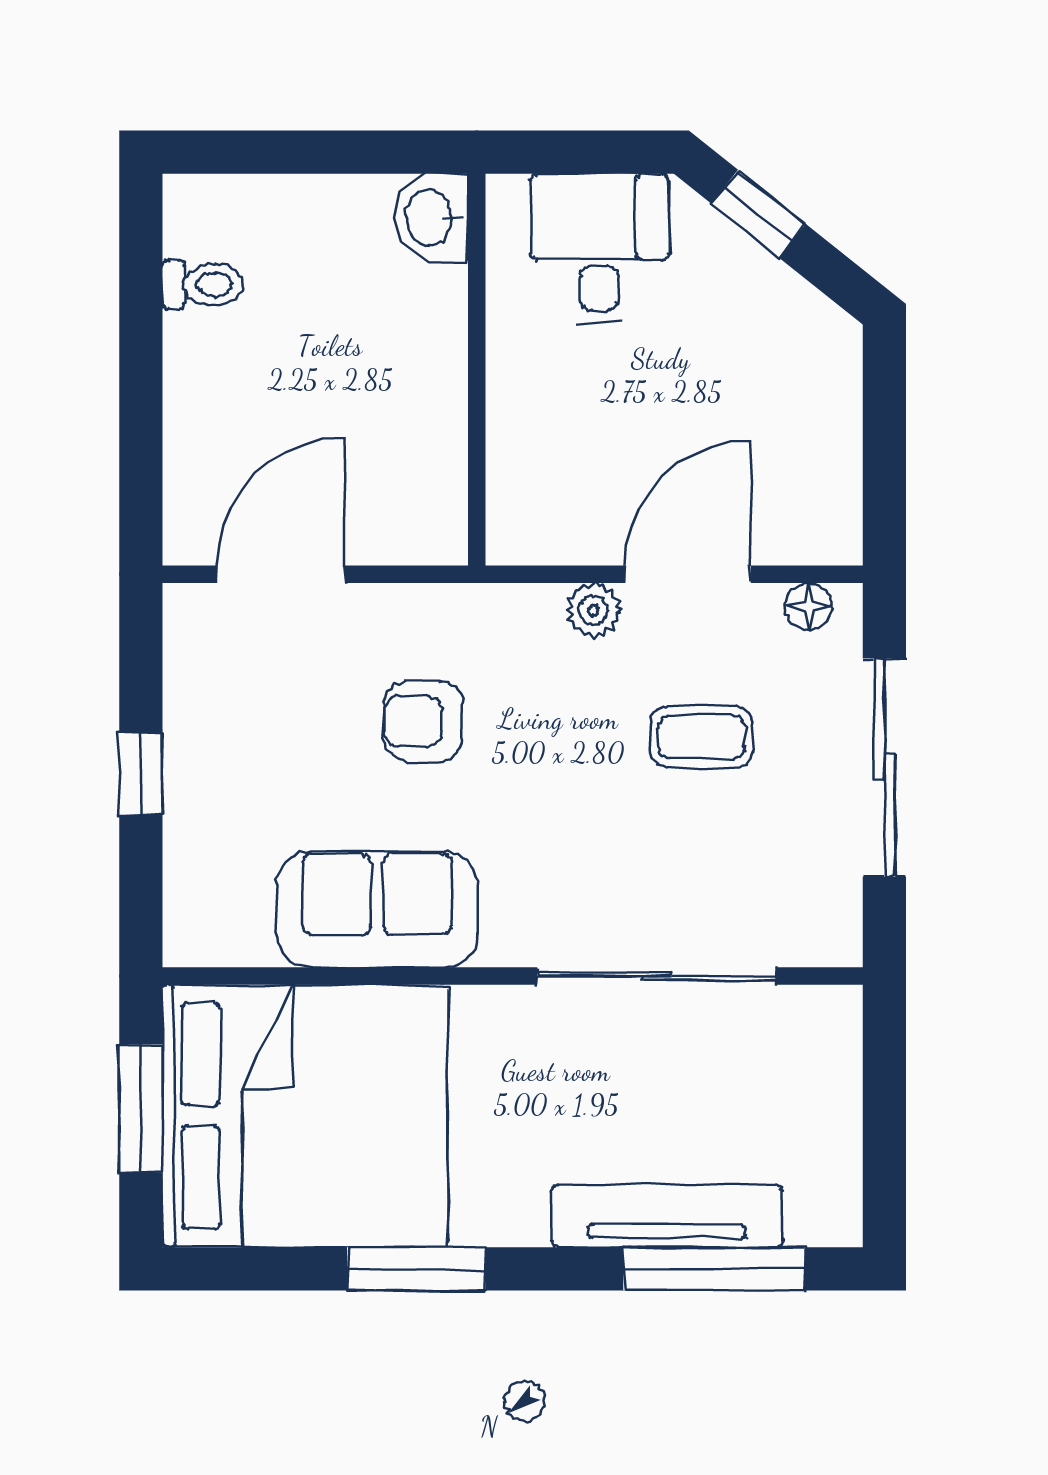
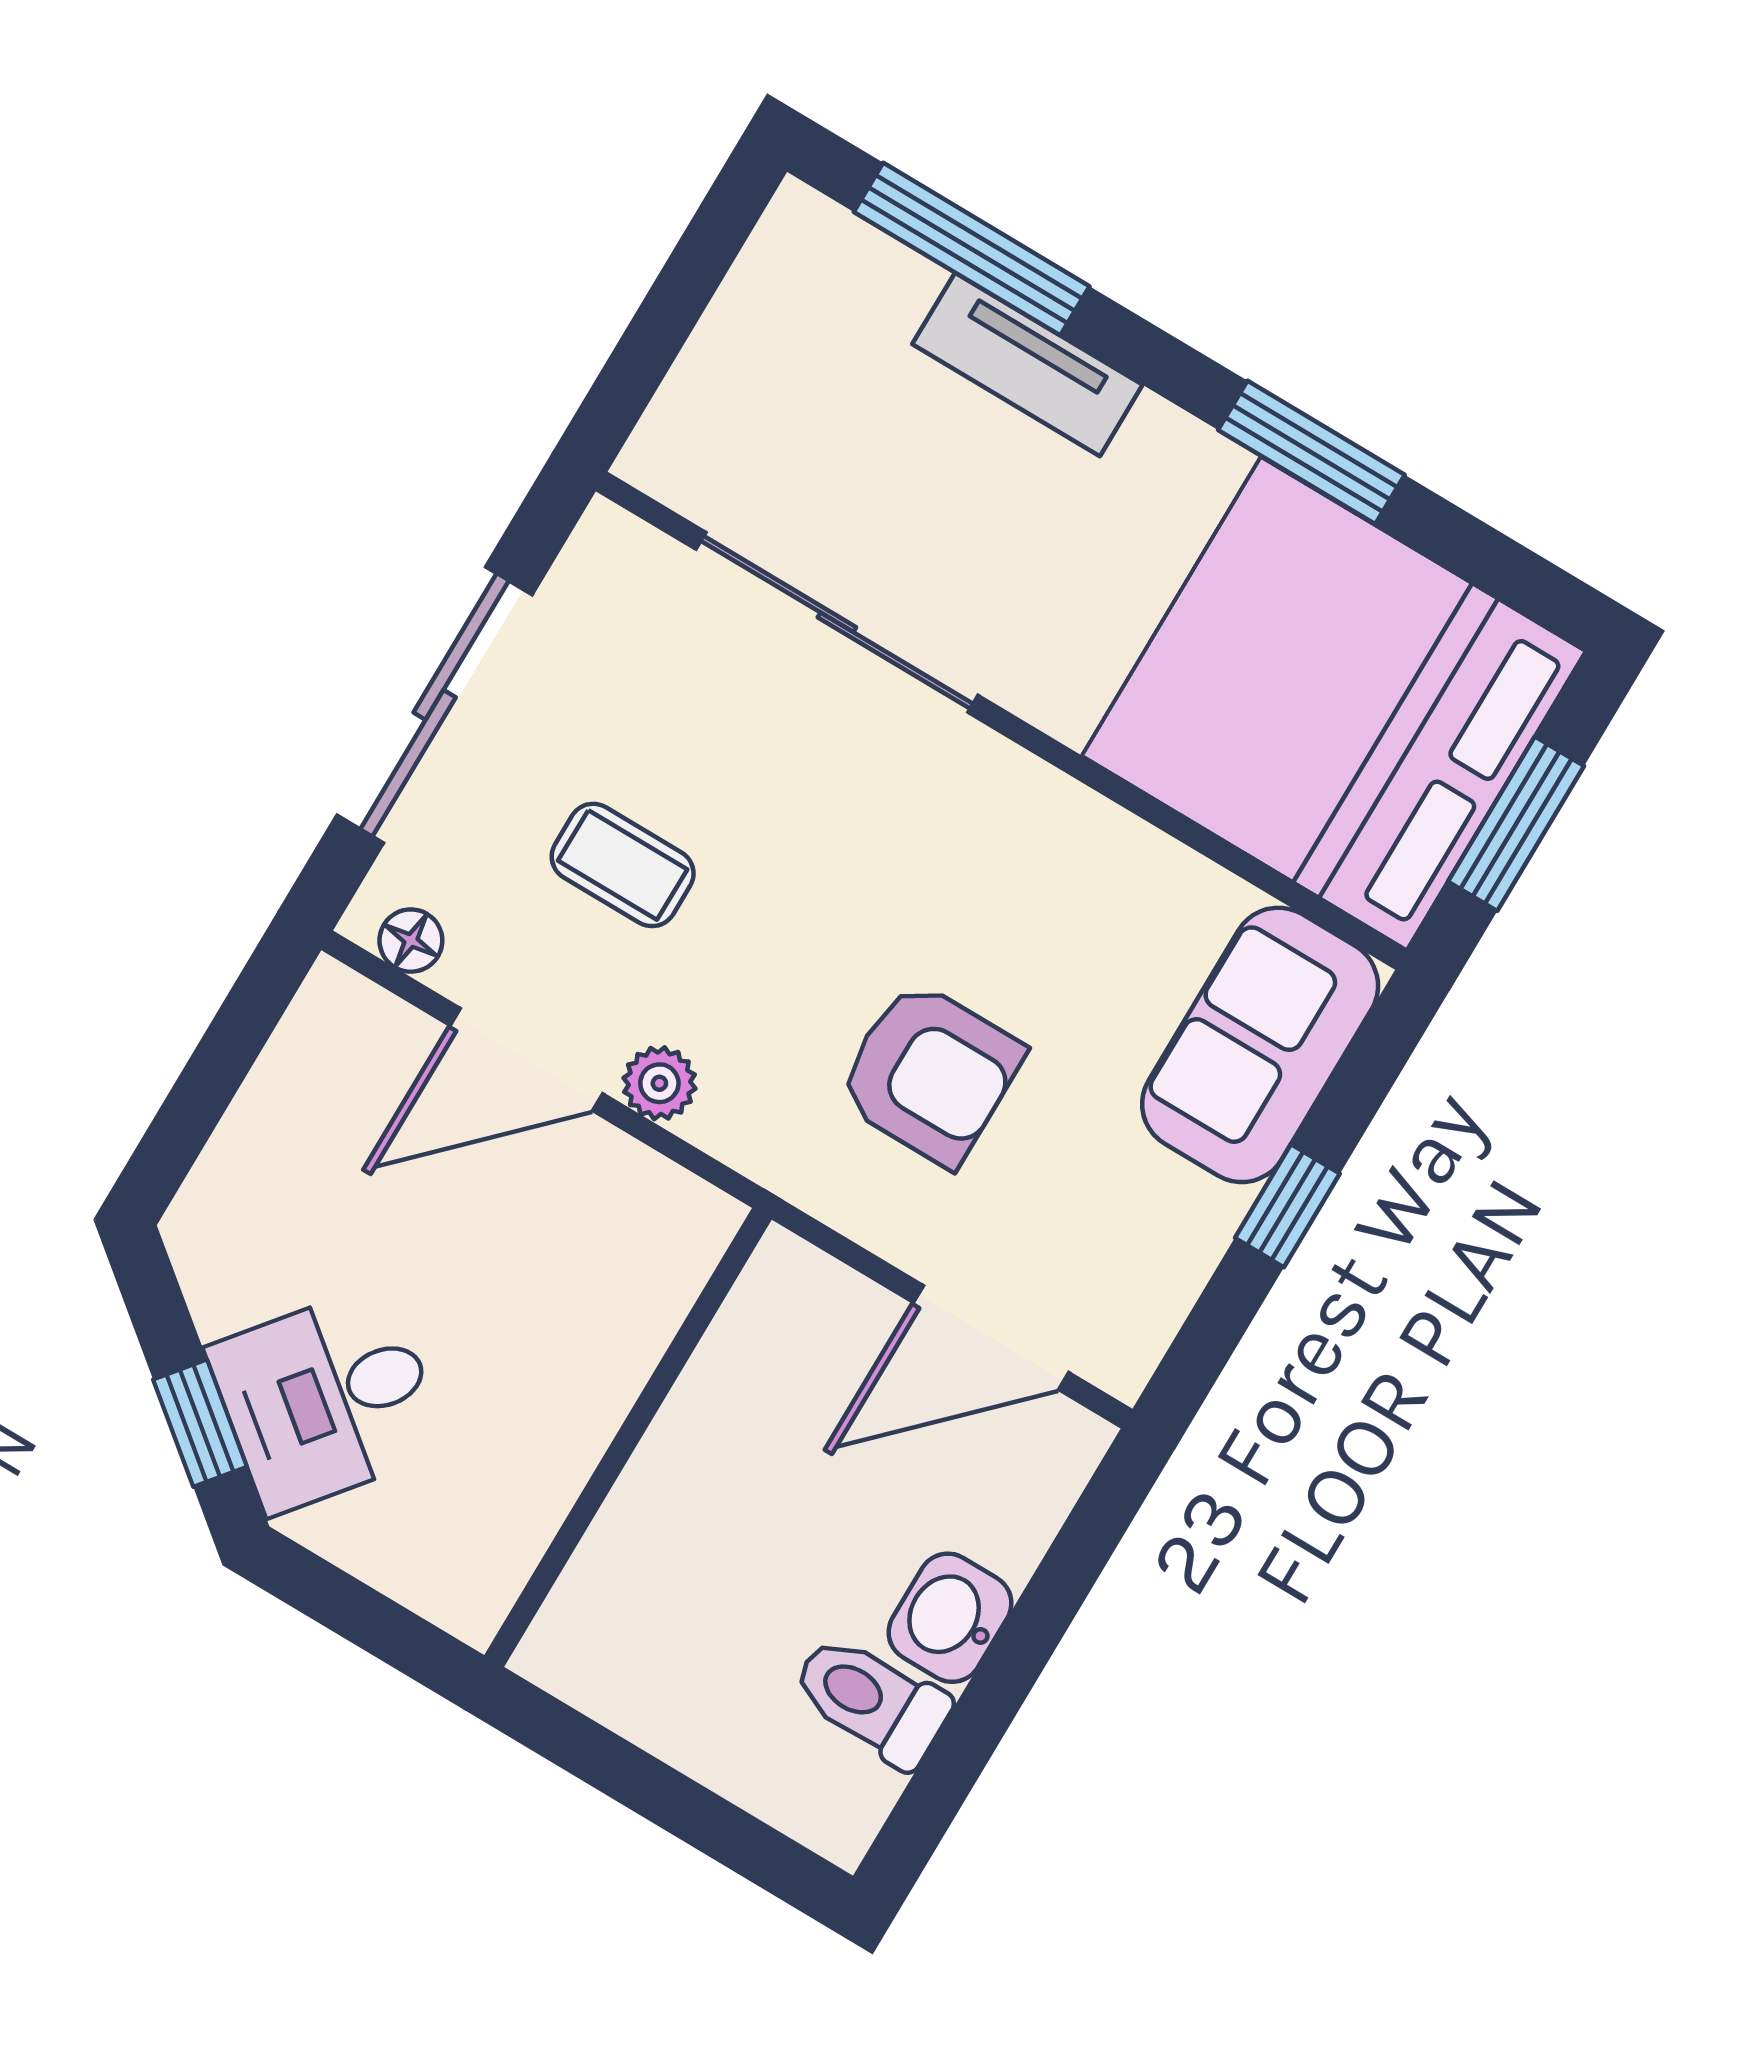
washbasin: (431, 218) -> (950, 1618), moved, turned 180
desk: (599, 248) -> (327, 1399), moved, turned 39
toilet: (203, 285) -> (871, 1700), width x1.37, depth x1.39
armchair: (423, 721) -> (930, 1073), width x1.38, depth x1.38
sofa: (377, 909) -> (1260, 1045), moved, turned 90
tv unit: (667, 1216) -> (1027, 364), width x0.71

